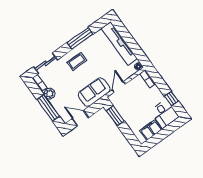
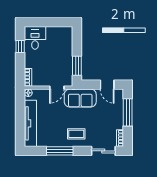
plant: (50, 94) -> (118, 123), removed
filing cabinet: (151, 130) -> (56, 33), removed

